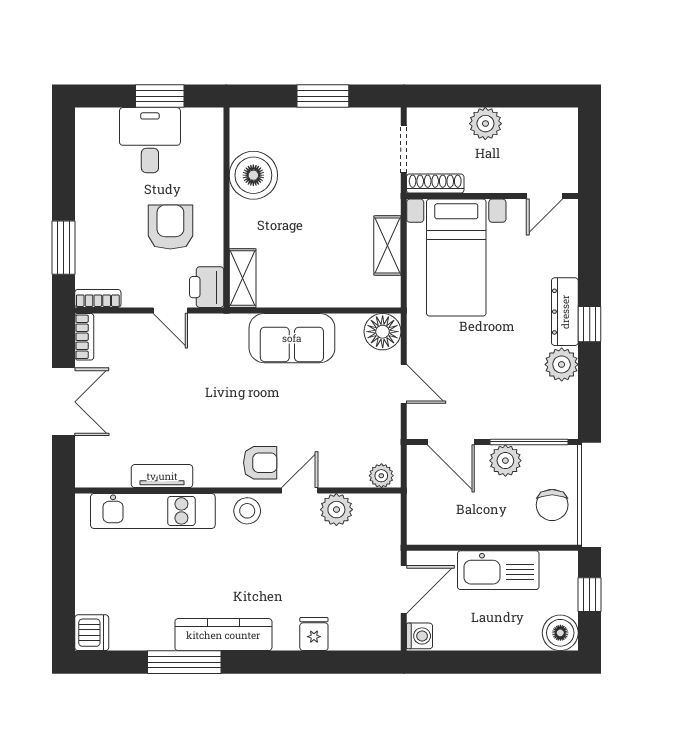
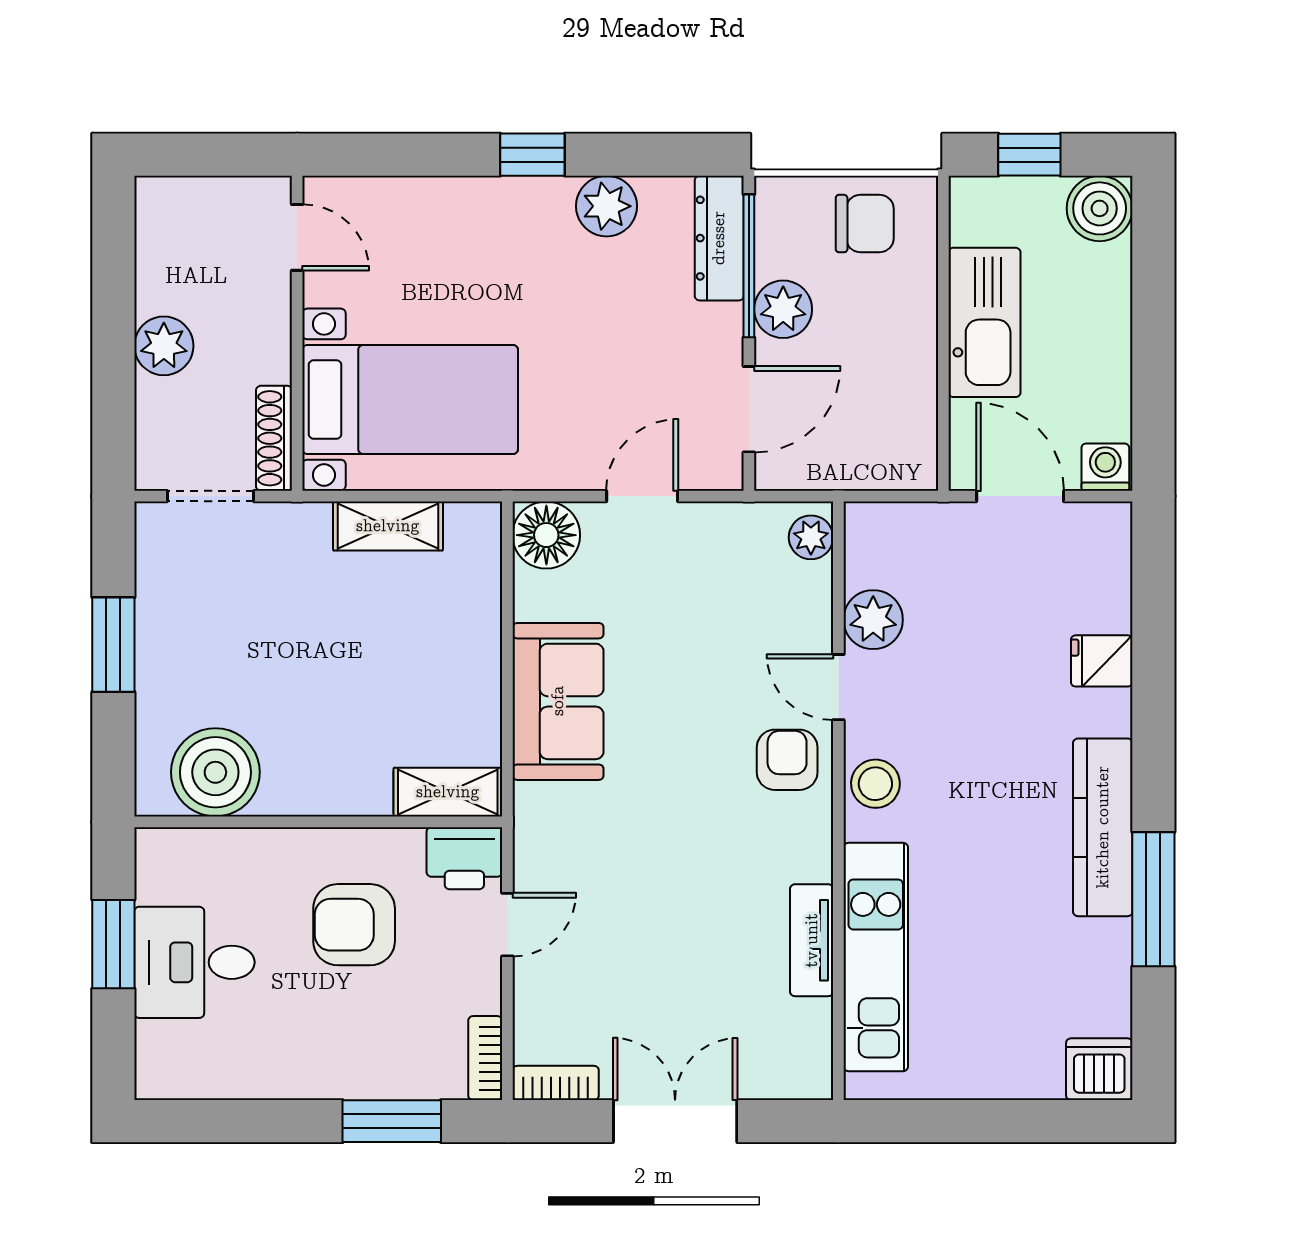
boiler: (253, 175) -> (215, 772), moved
dresser: (565, 312) -> (719, 238), moved, turned 90

